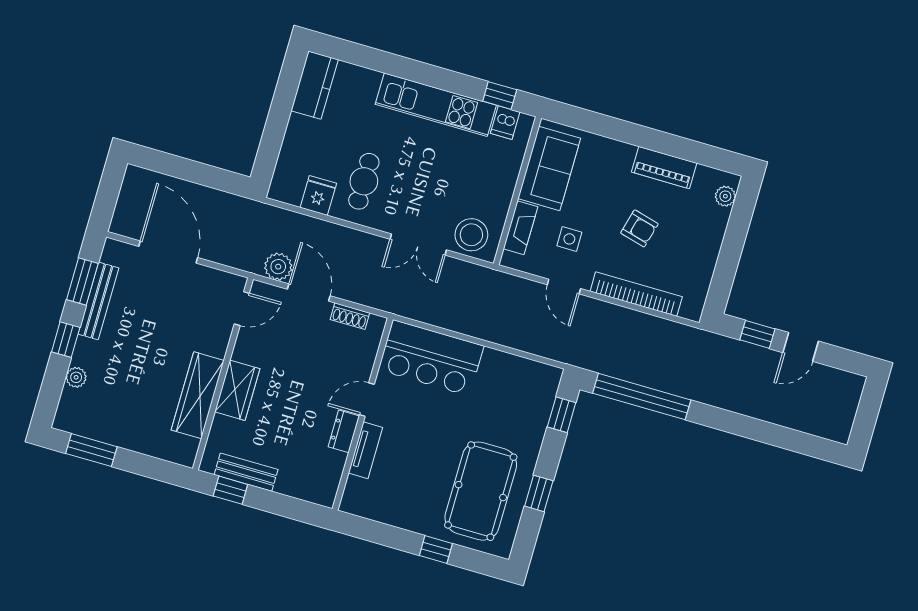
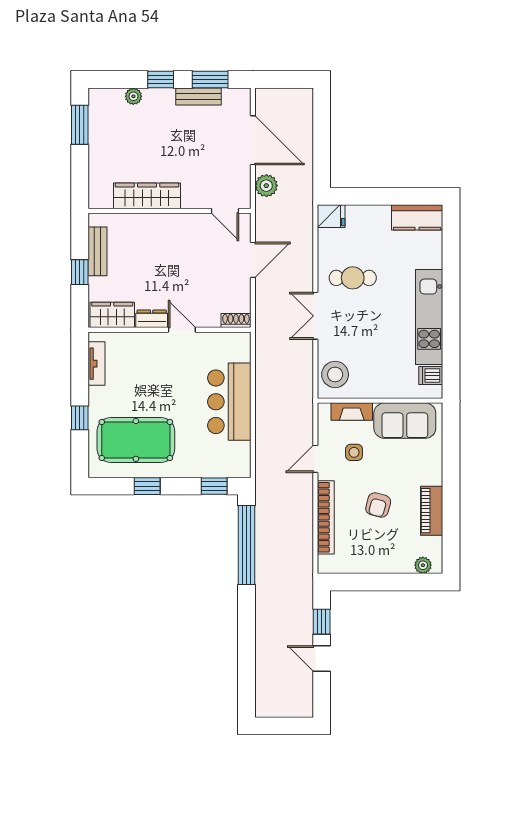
window: (500, 95) -> (451, 365), removed
fridge: (318, 195) -> (331, 216), moved
double door: (418, 244) -> (315, 316), moved
door: (168, 252) -> (253, 140), hinge flipped
plant: (278, 267) -> (266, 186), moved
bench: (98, 301) -> (198, 96), width x0.73
shoe rack: (350, 316) -> (236, 320), moved, turned 90
bar counter: (431, 358) -> (229, 402), moved
wardrobe: (237, 390) -> (112, 315), moved, turned 180
tv unit: (366, 450) -> (96, 364), moved, turned -90
window: (230, 490) -> (80, 272), moved

